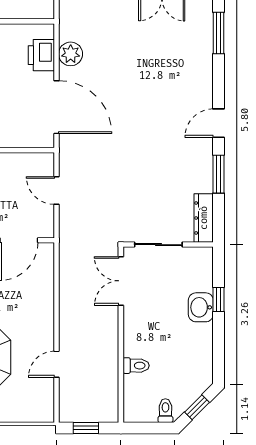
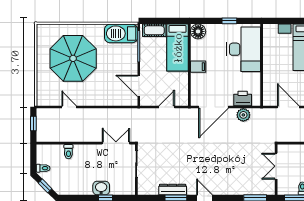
dresser: (204, 218) -> (173, 190), moved

